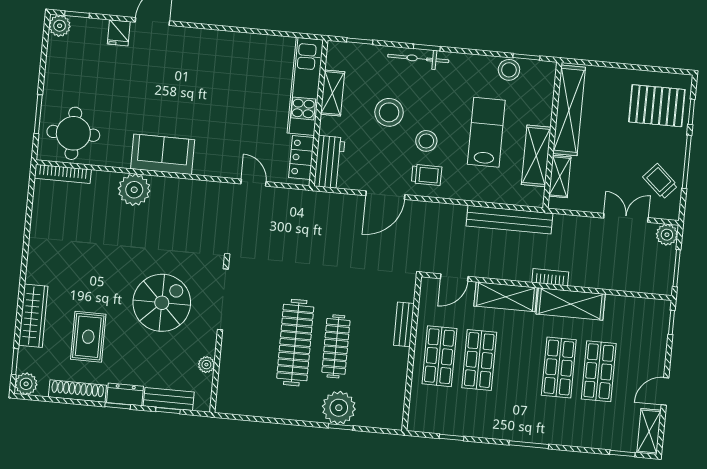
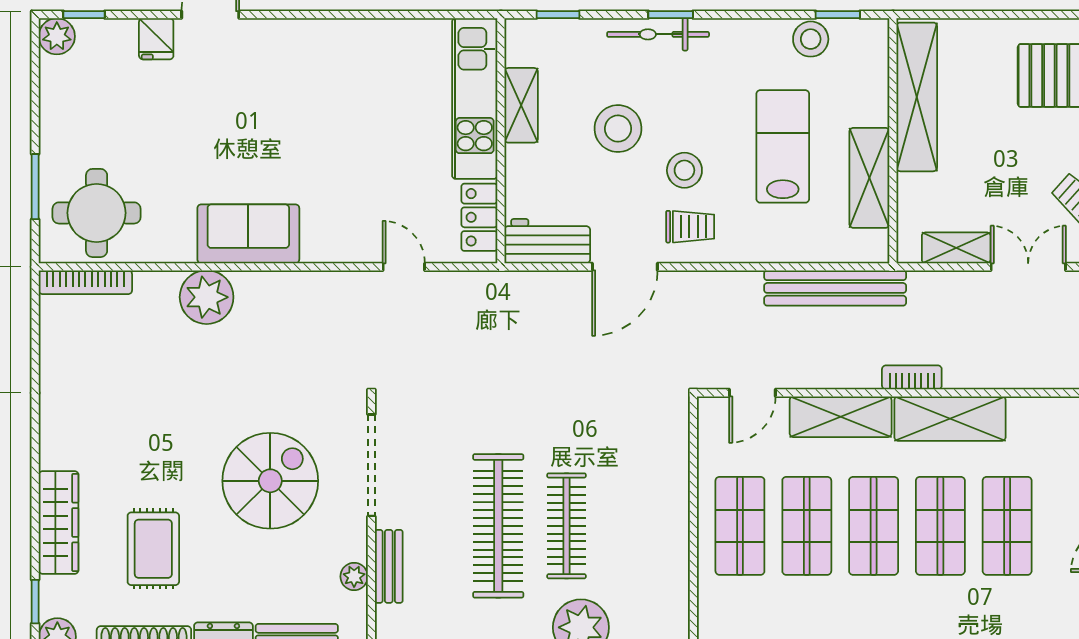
workbench: (329, 162) -> (547, 241), moved, turned -90
shelving: (560, 177) -> (956, 248), moved, turned 90
bench: (404, 324) -> (389, 566), moved
shop shelf: (519, 364) -> (874, 526), added

